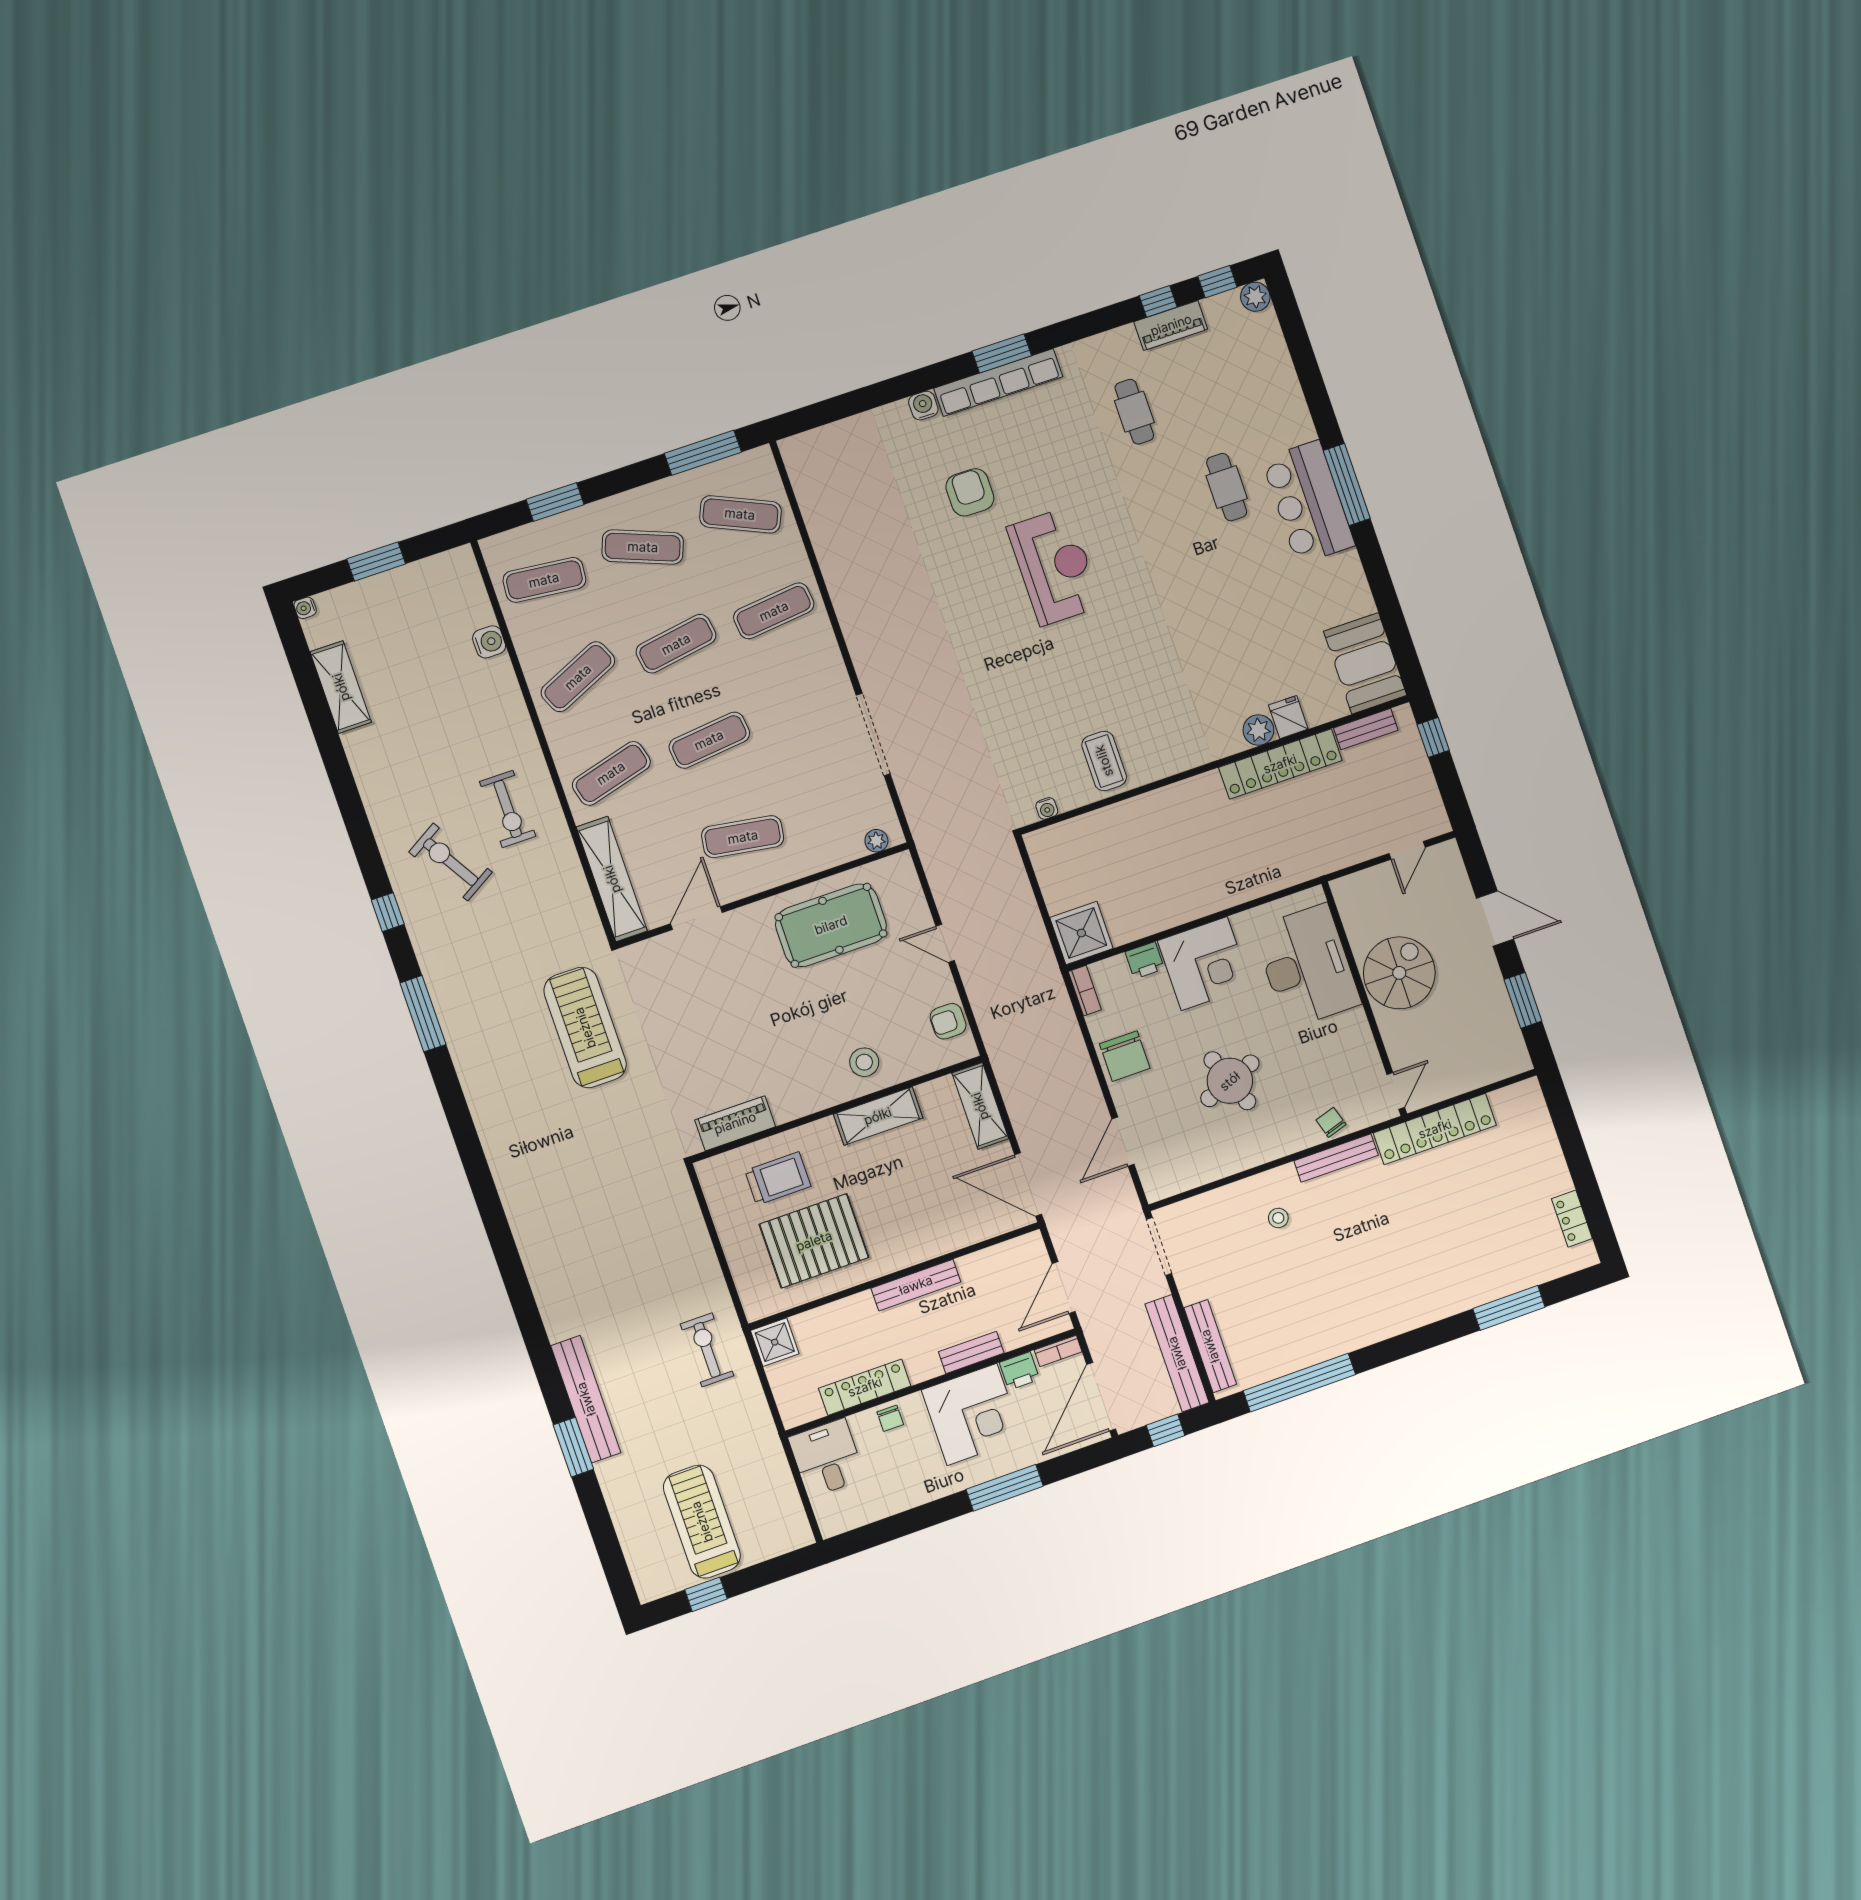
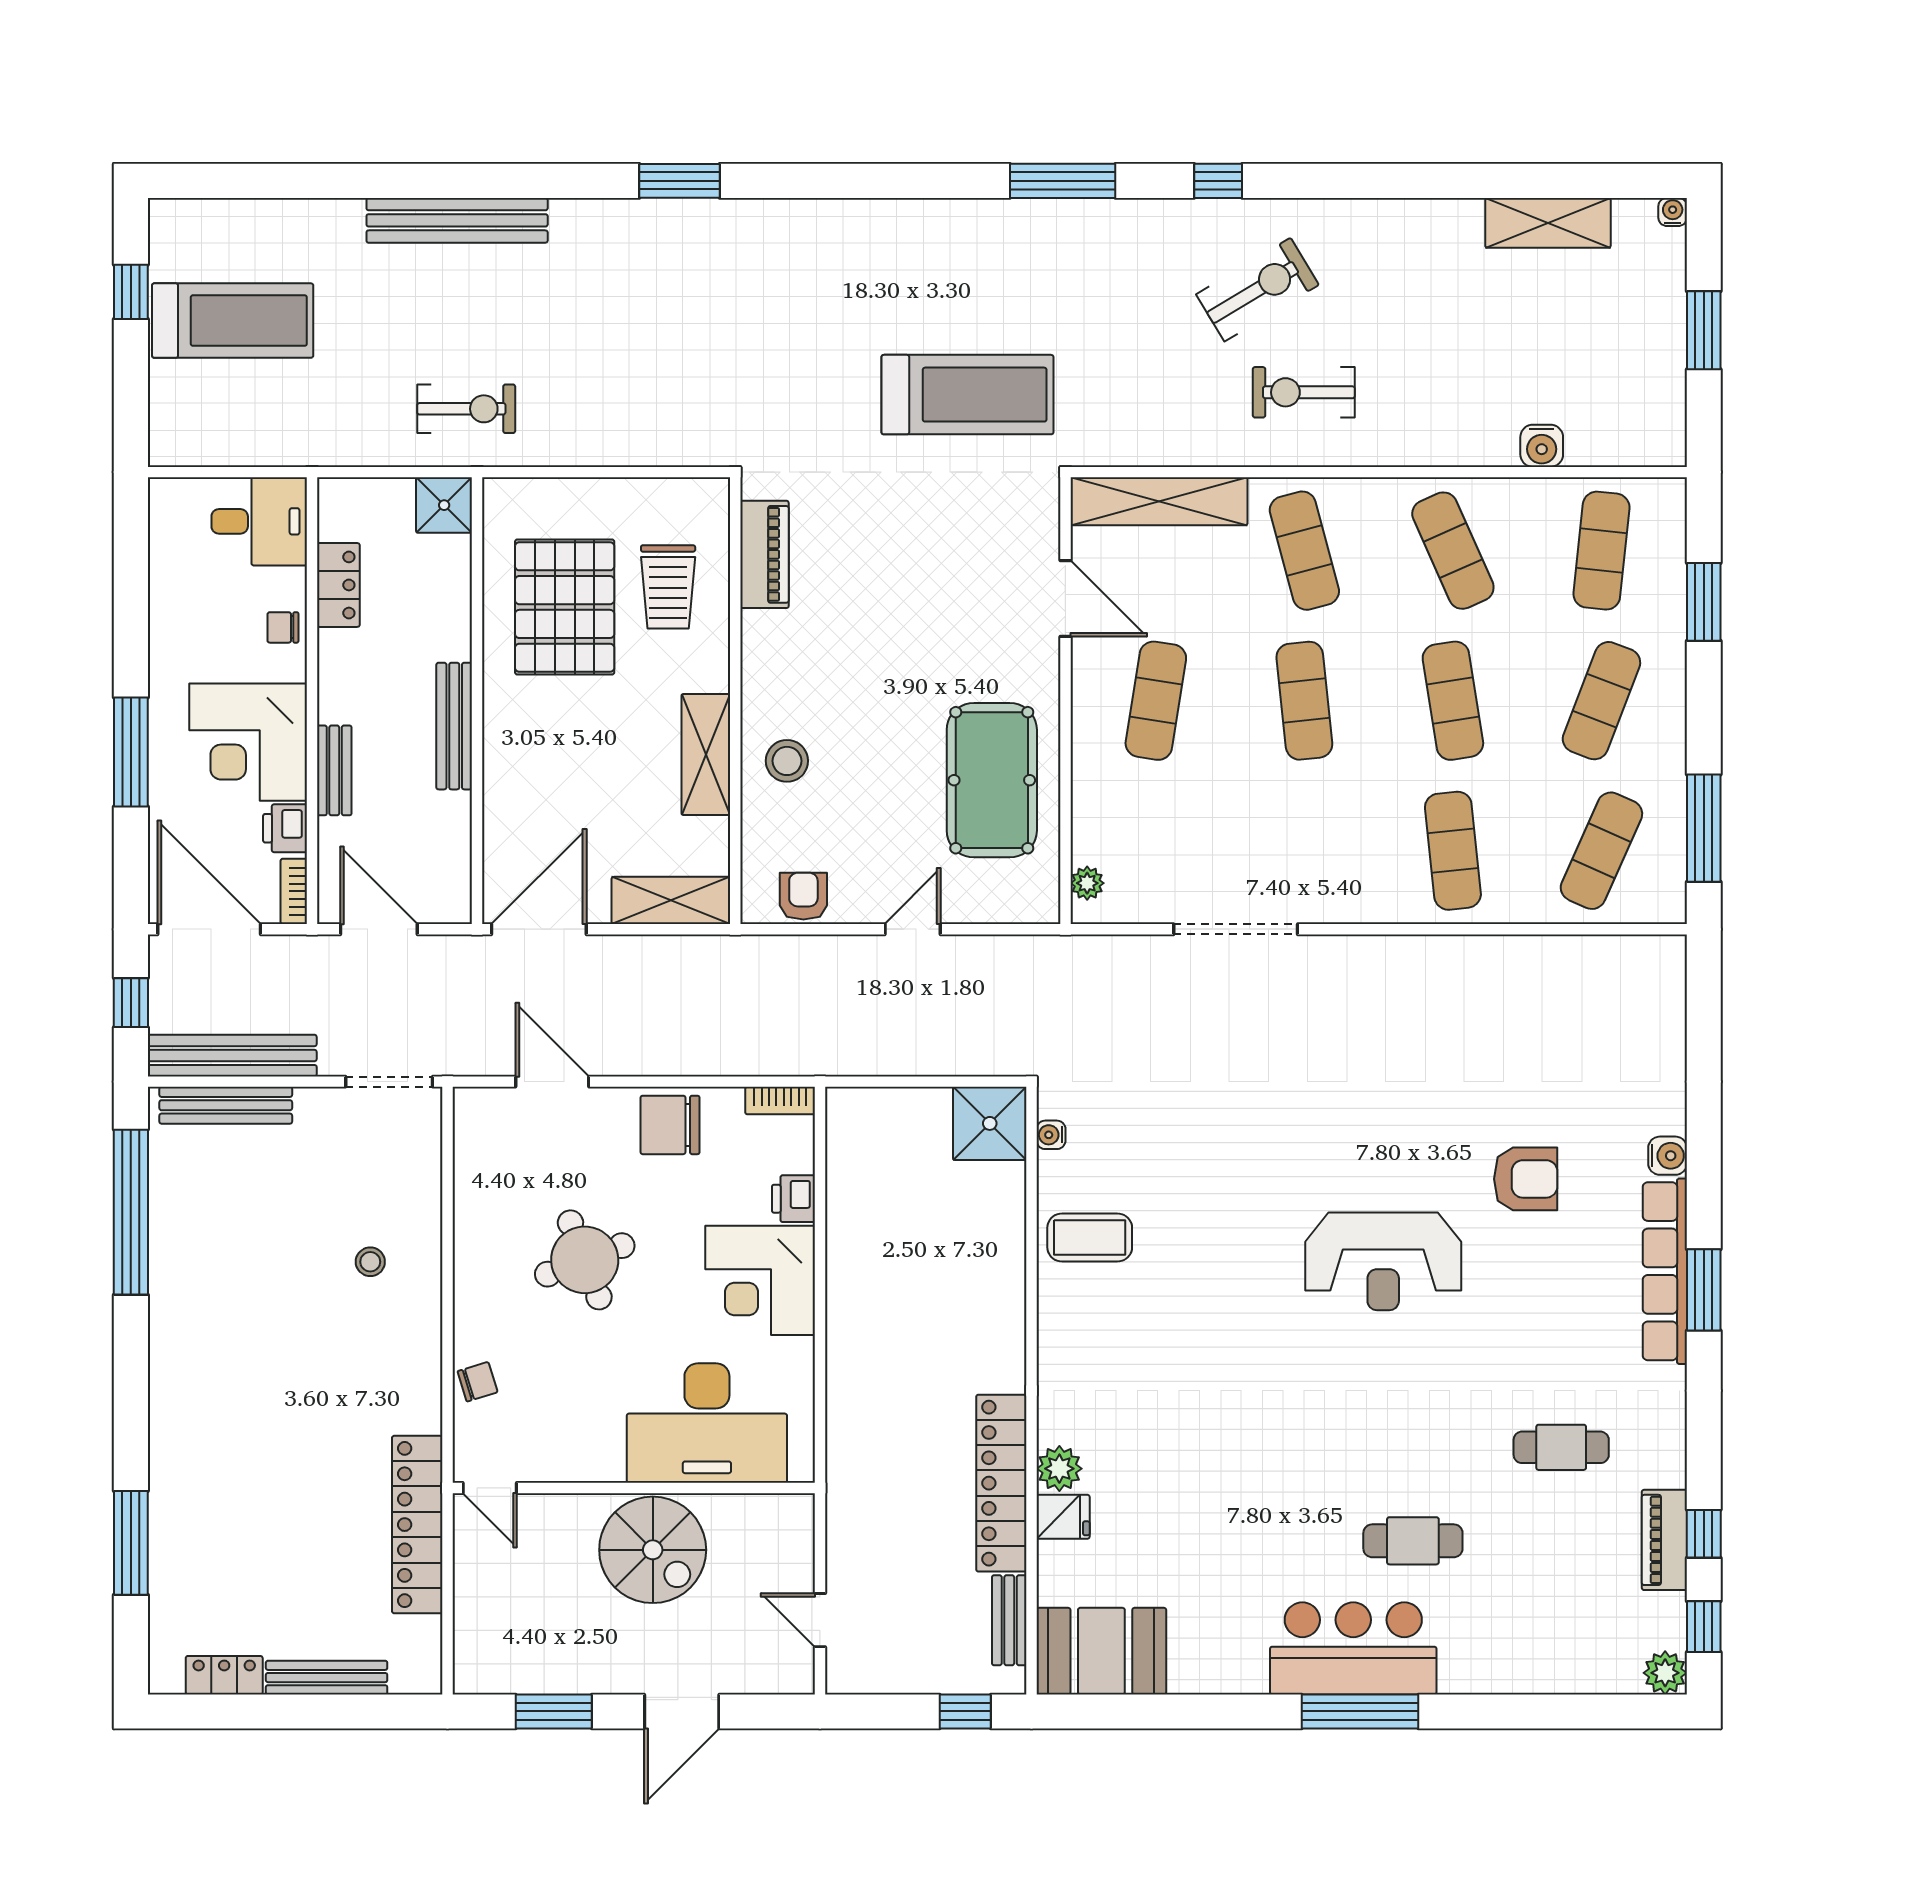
shower: (1081, 933) -> (990, 1123), moved
bench: (1336, 1158) -> (327, 1678), moved, turned 90
locker: (865, 1387) -> (338, 585), width x0.66
window: (573, 1447) -> (680, 181), moved

